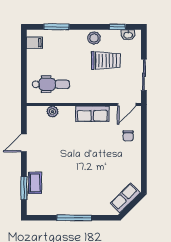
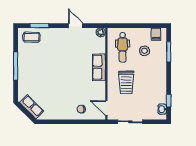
stool: (94, 38) -> (145, 51), moved
trolley: (106, 61) -> (126, 82), moved
plant: (52, 112) -> (101, 32), moved
row of seats: (92, 114) -> (99, 67), moved
coffee table: (35, 183) -> (31, 37), moved

